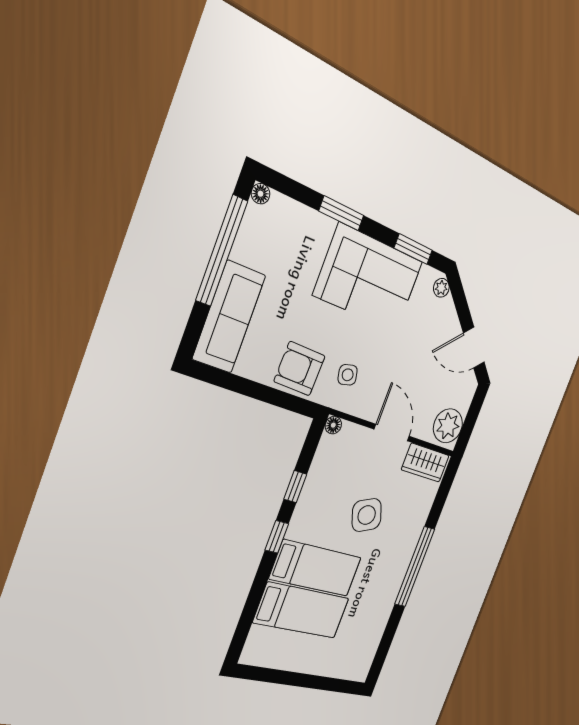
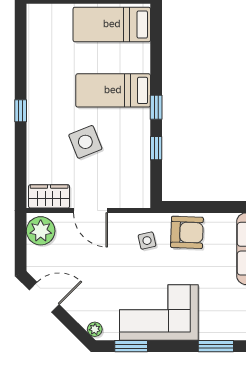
window: (341, 213) -> (216, 346), moved
floor lamp: (333, 425) -> (143, 201), removed
window: (415, 567) -> (21, 111), width x0.32
bed: (302, 610) -> (112, 24), moved

